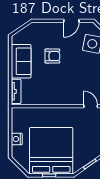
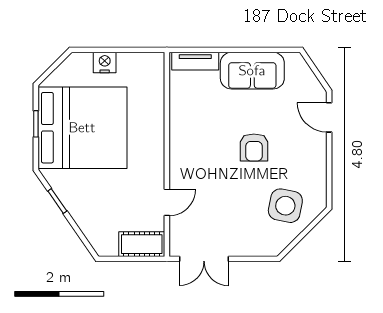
door: (71, 21) -> (329, 117), moved
armchair: (52, 56) -> (254, 147), moved

